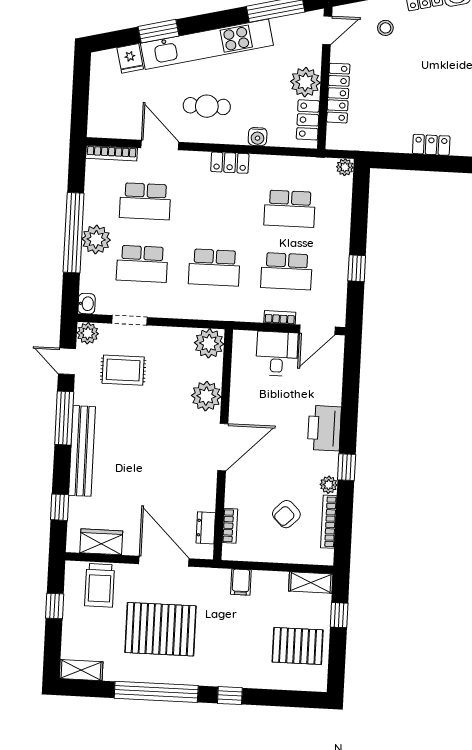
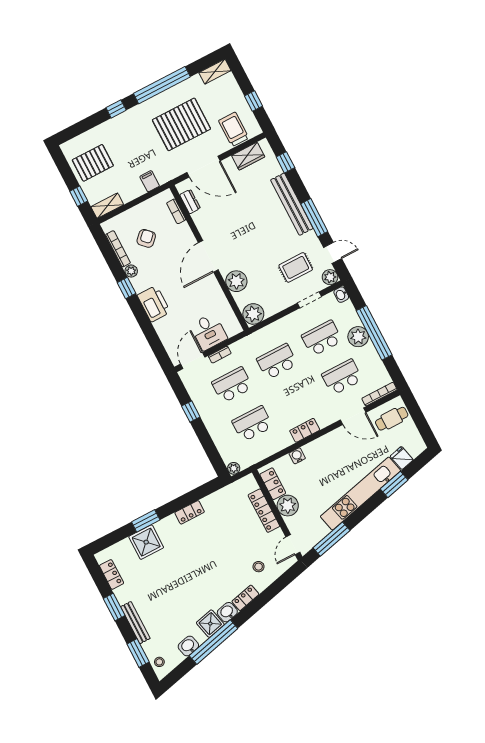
cafe table: (207, 106) -> (392, 419), moved

